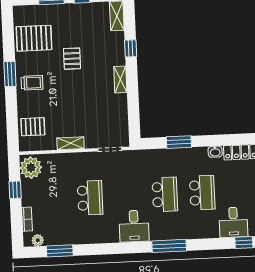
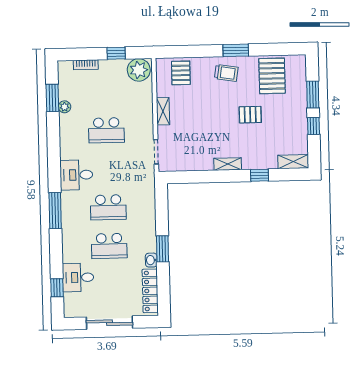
trolley: (32, 83) -> (226, 73), turned -81
window: (179, 142) -> (163, 249), moved
plant: (38, 240) -> (65, 107), moved

